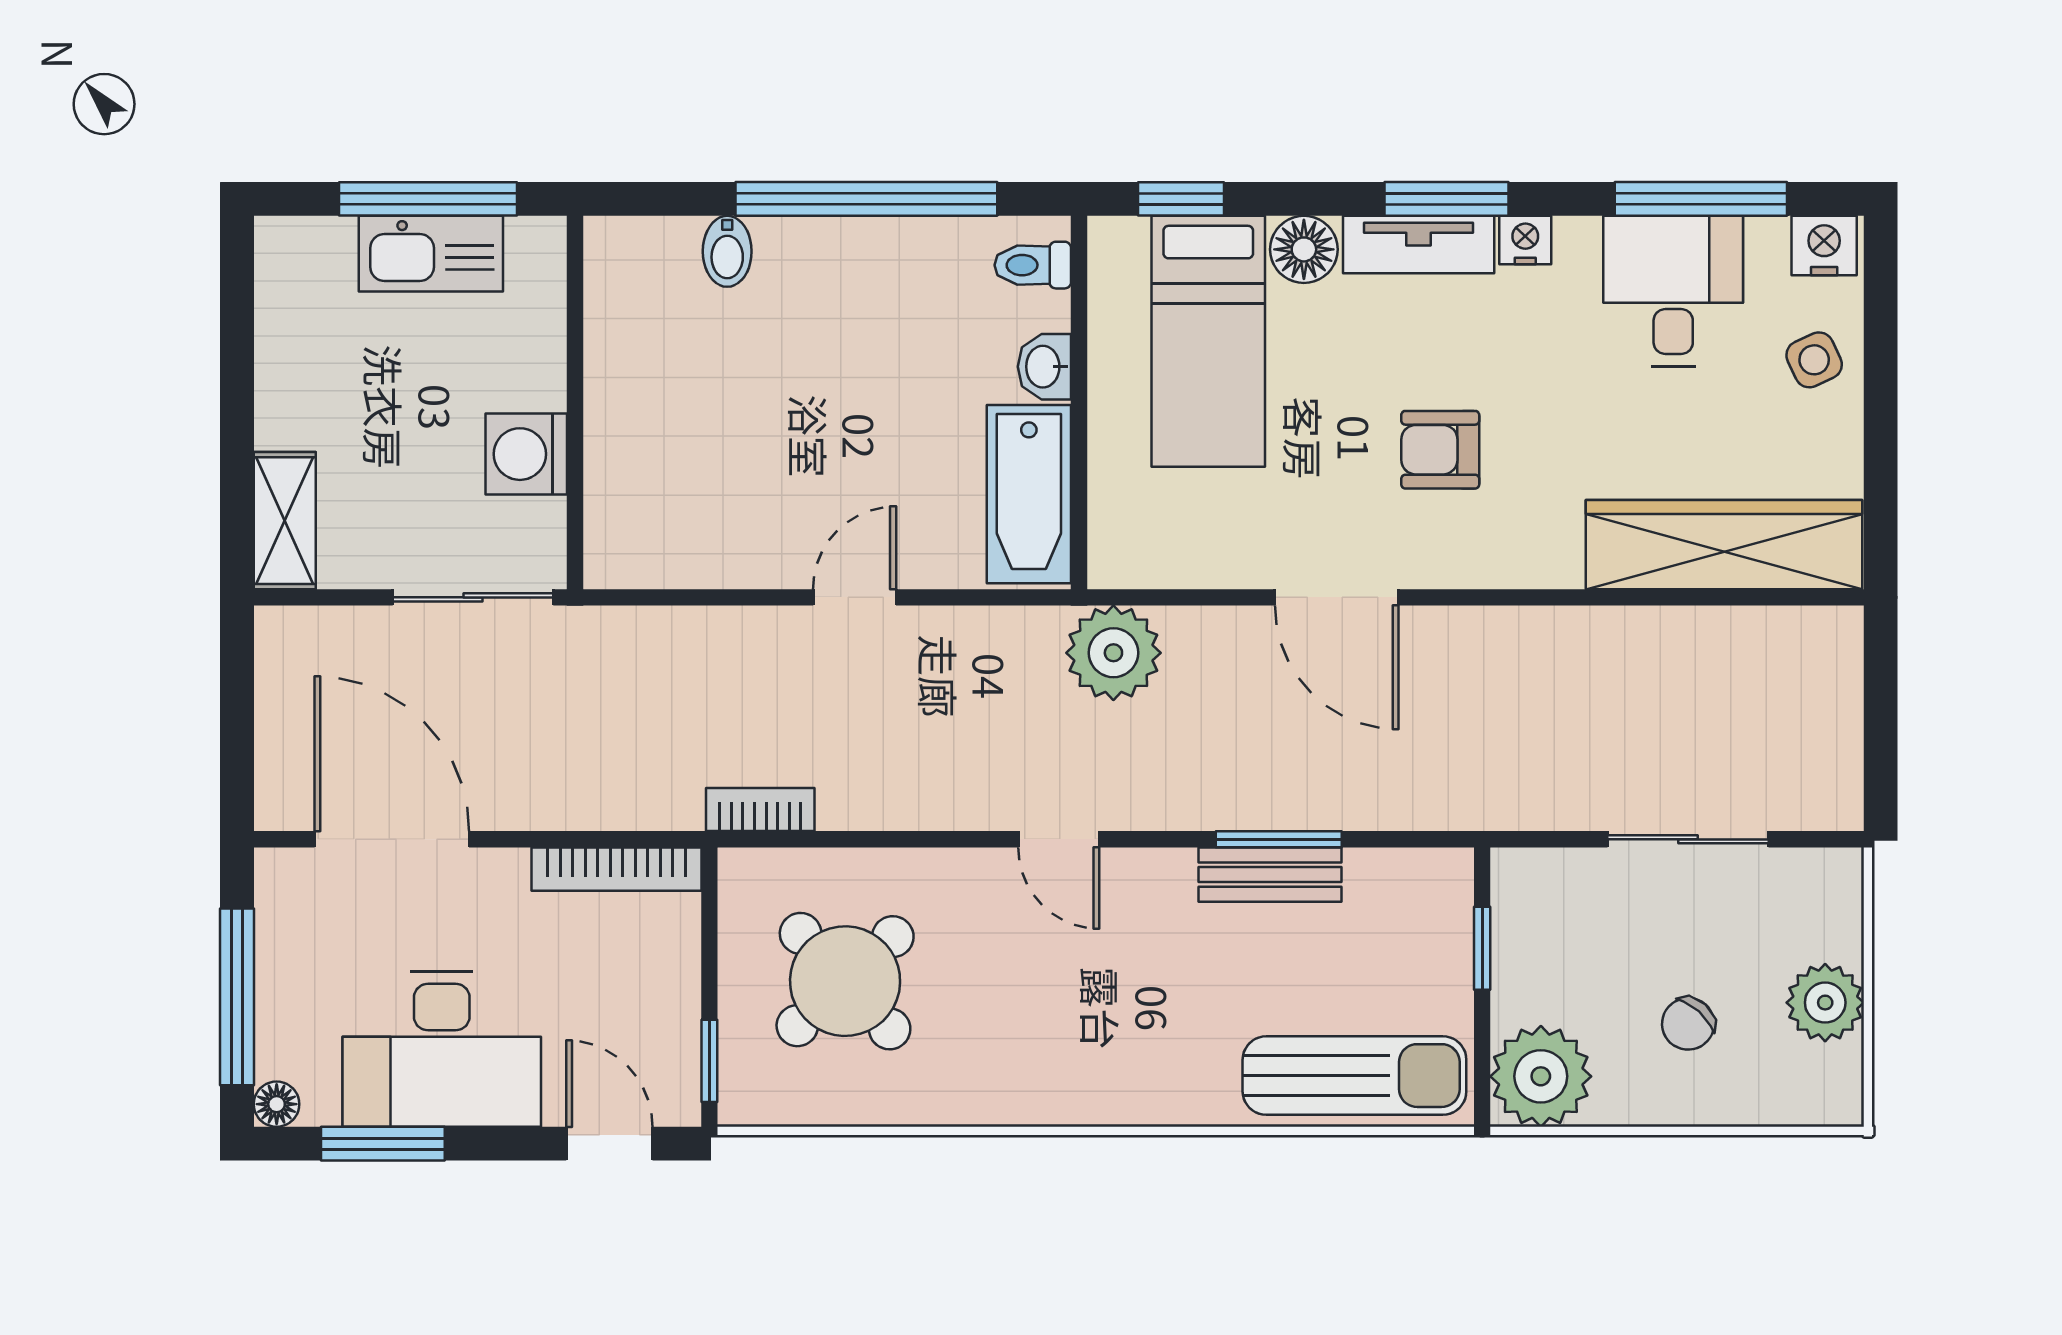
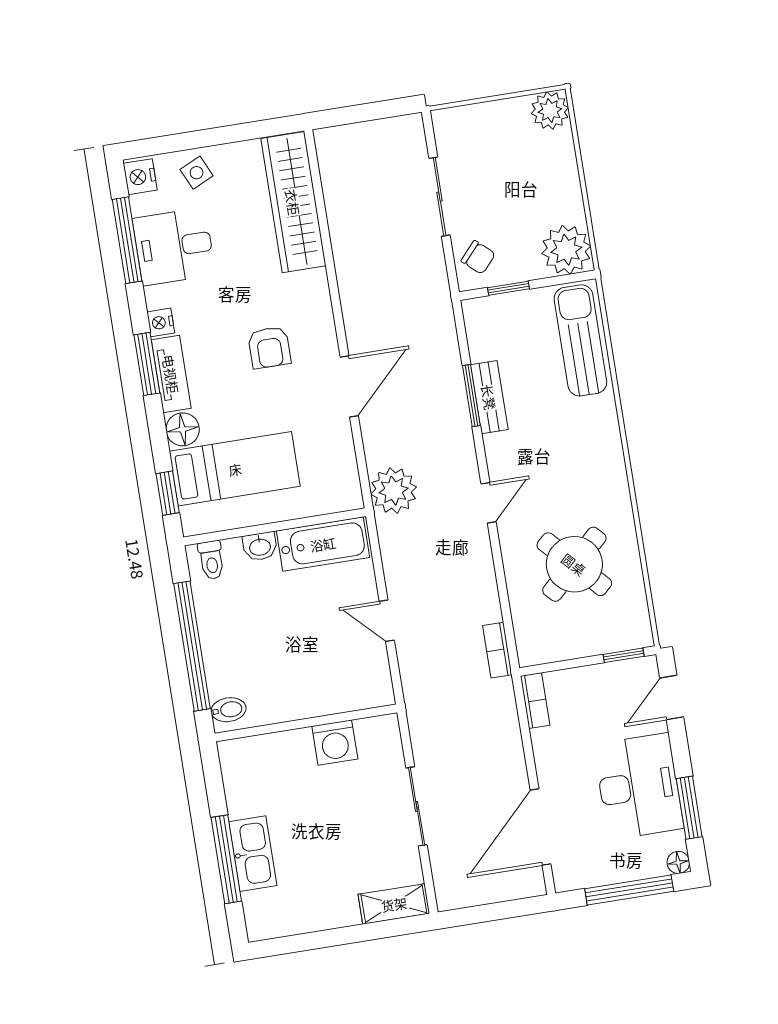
wall: (575, 402) -> (306, 723), moved
washing machine: (526, 454) -> (335, 743), moved
bookcase: (617, 869) -> (535, 701), width x0.64
round table: (845, 981) -> (574, 564), moved
plant: (1825, 1003) -> (550, 111), moved
chair: (1688, 1024) -> (478, 257), moved

